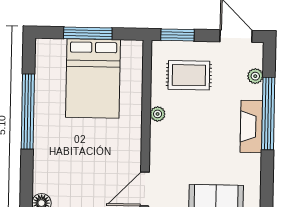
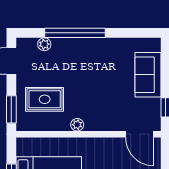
rug: (189, 75) -> (45, 99), turned 90
fireplace: (251, 126) -> (86, 47), removed

